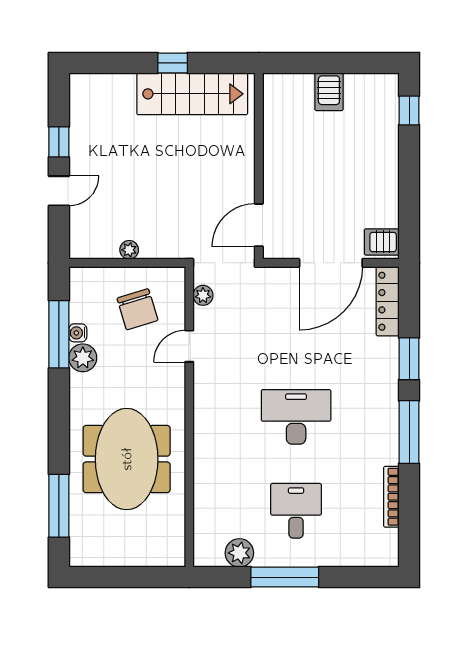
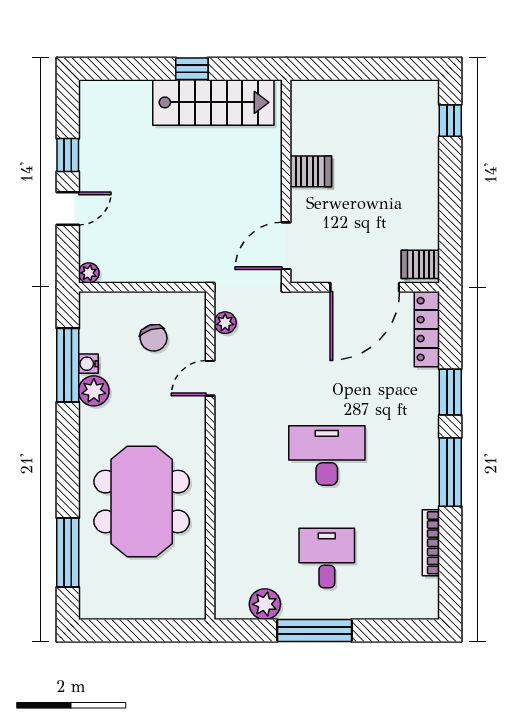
server rack: (329, 92) -> (311, 171), moved, turned -90
plant: (129, 250) -> (89, 273), moved
chair: (137, 309) -> (154, 338), width x0.73, depth x0.73

